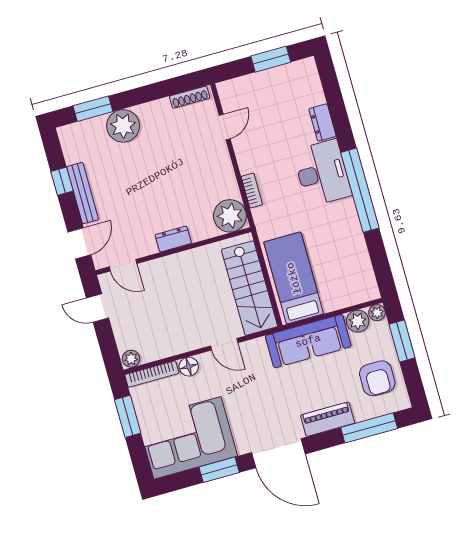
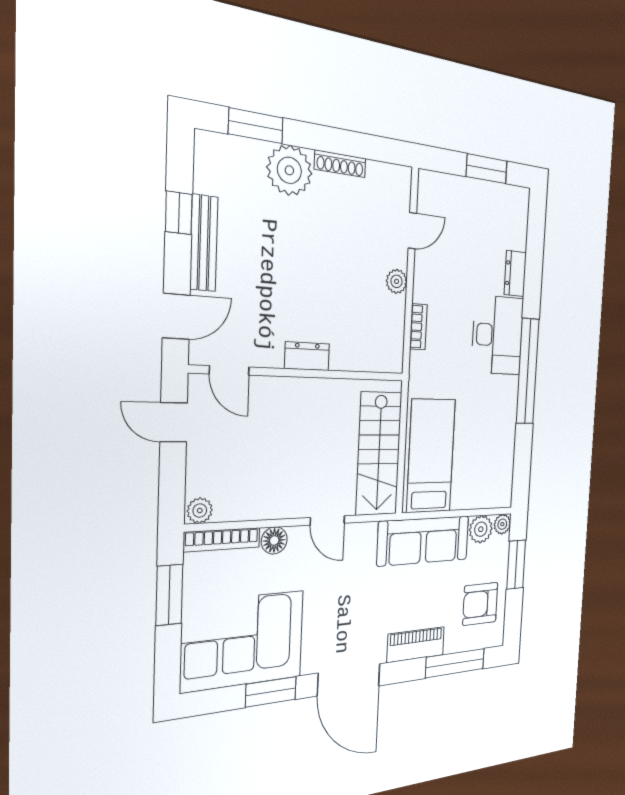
shoe rack: (190, 97) -> (340, 164), moved
plant: (230, 216) -> (397, 281), moved, width x0.53, depth x0.53
armchair: (377, 378) -> (480, 604), turned 90

